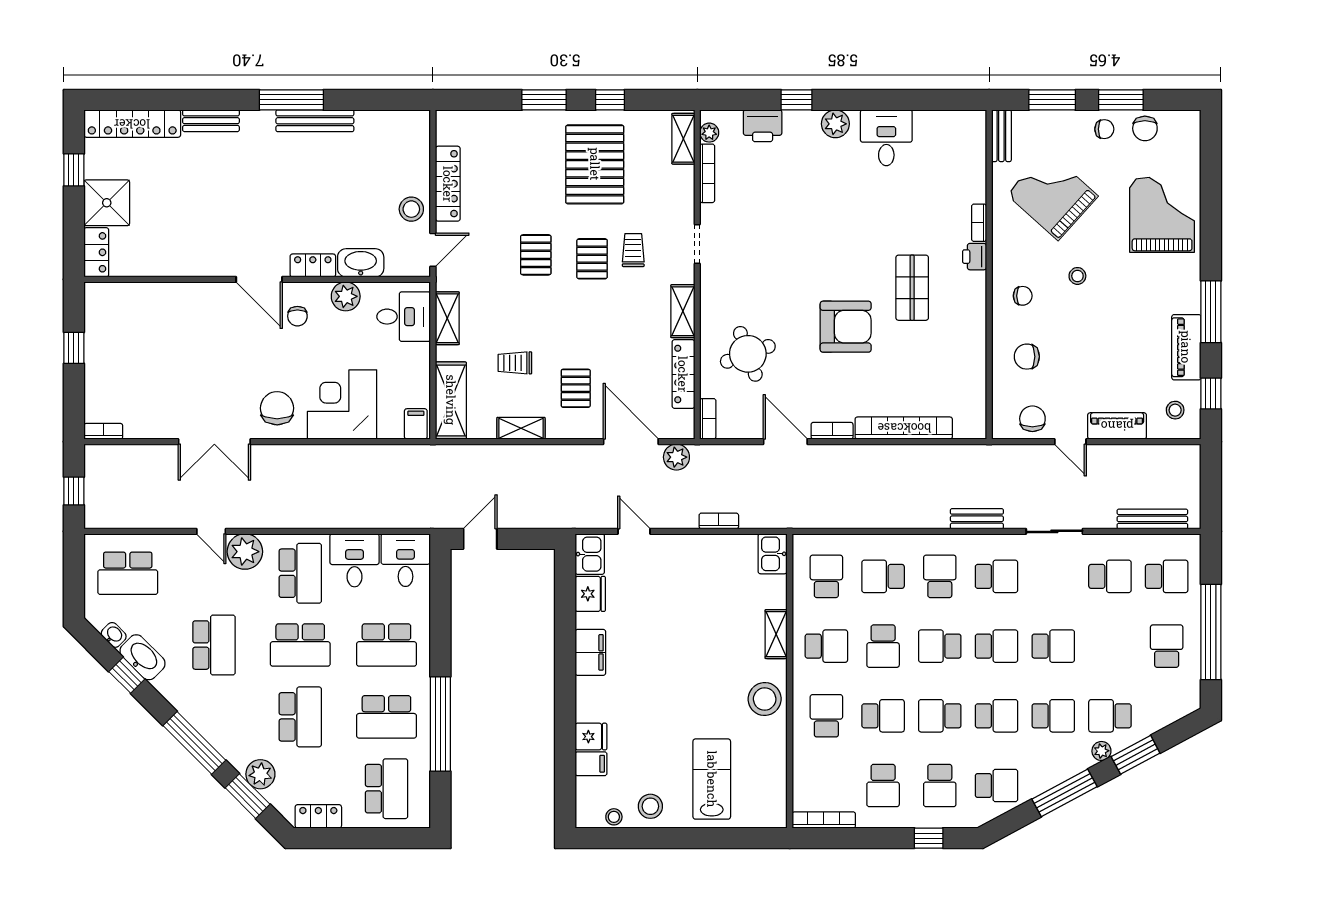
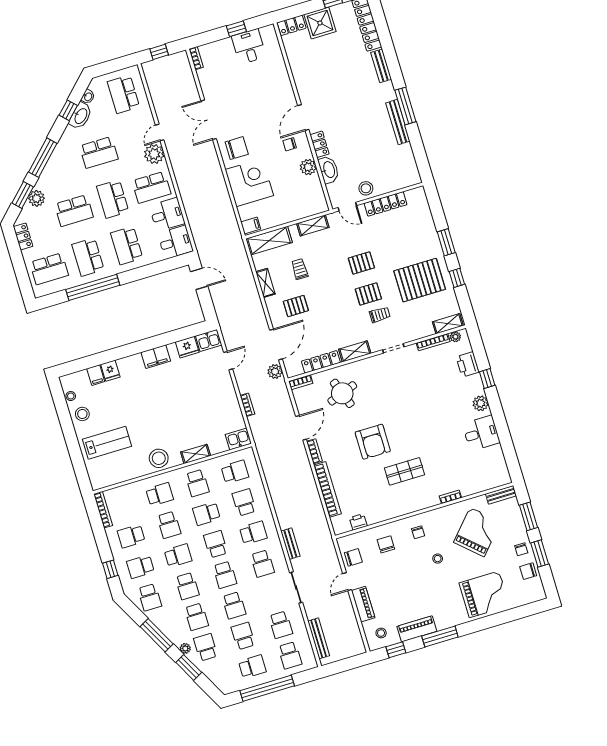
printer: (975, 257) -> (358, 522), moved
desk: (404, 317) -> (249, 47), moved, turned 180
school desk: (1110, 646) -> (243, 636), added
school desk: (940, 716) -> (178, 555), turned 90

